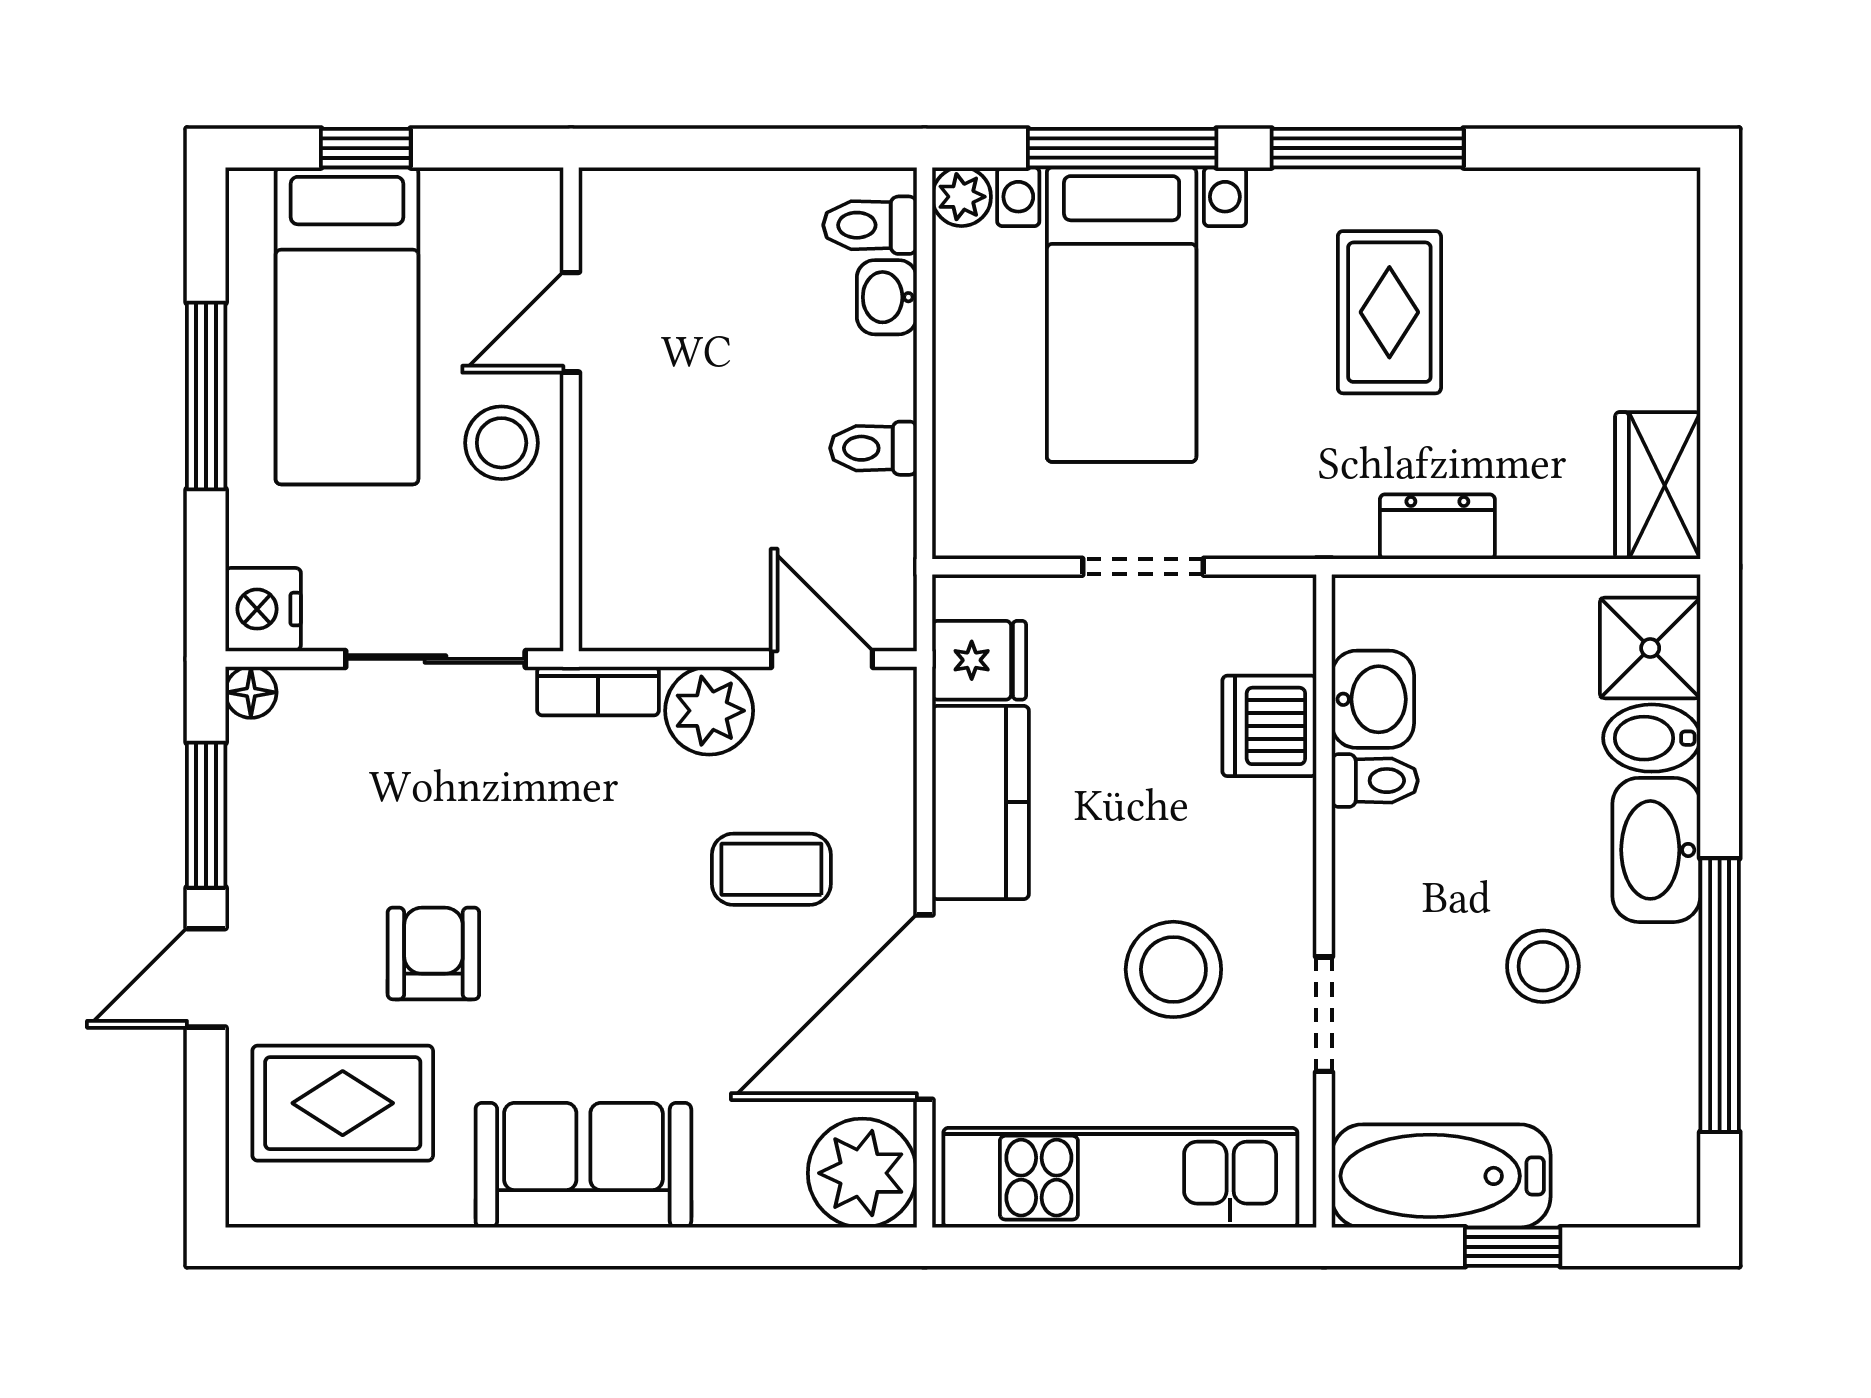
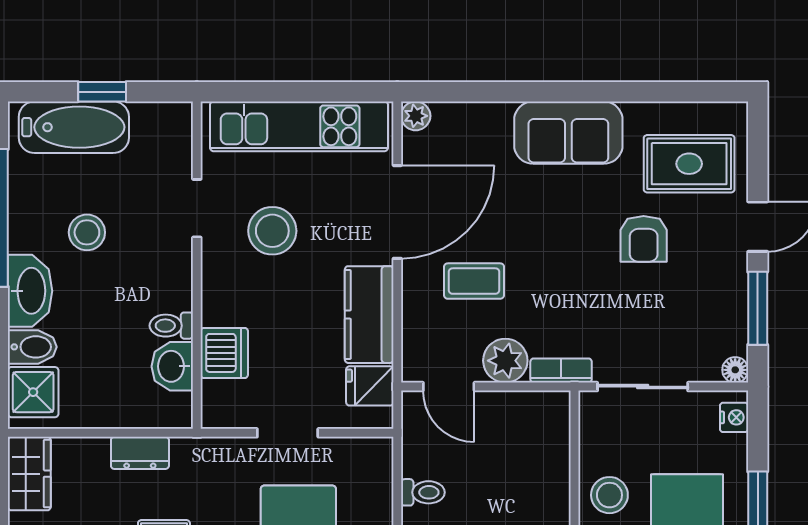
nightstand: (263, 609) -> (734, 417), width x0.72, depth x0.74
plant: (862, 1173) -> (416, 116), width x0.53, depth x0.53
bathtub: (1441, 1176) -> (74, 127), moved

